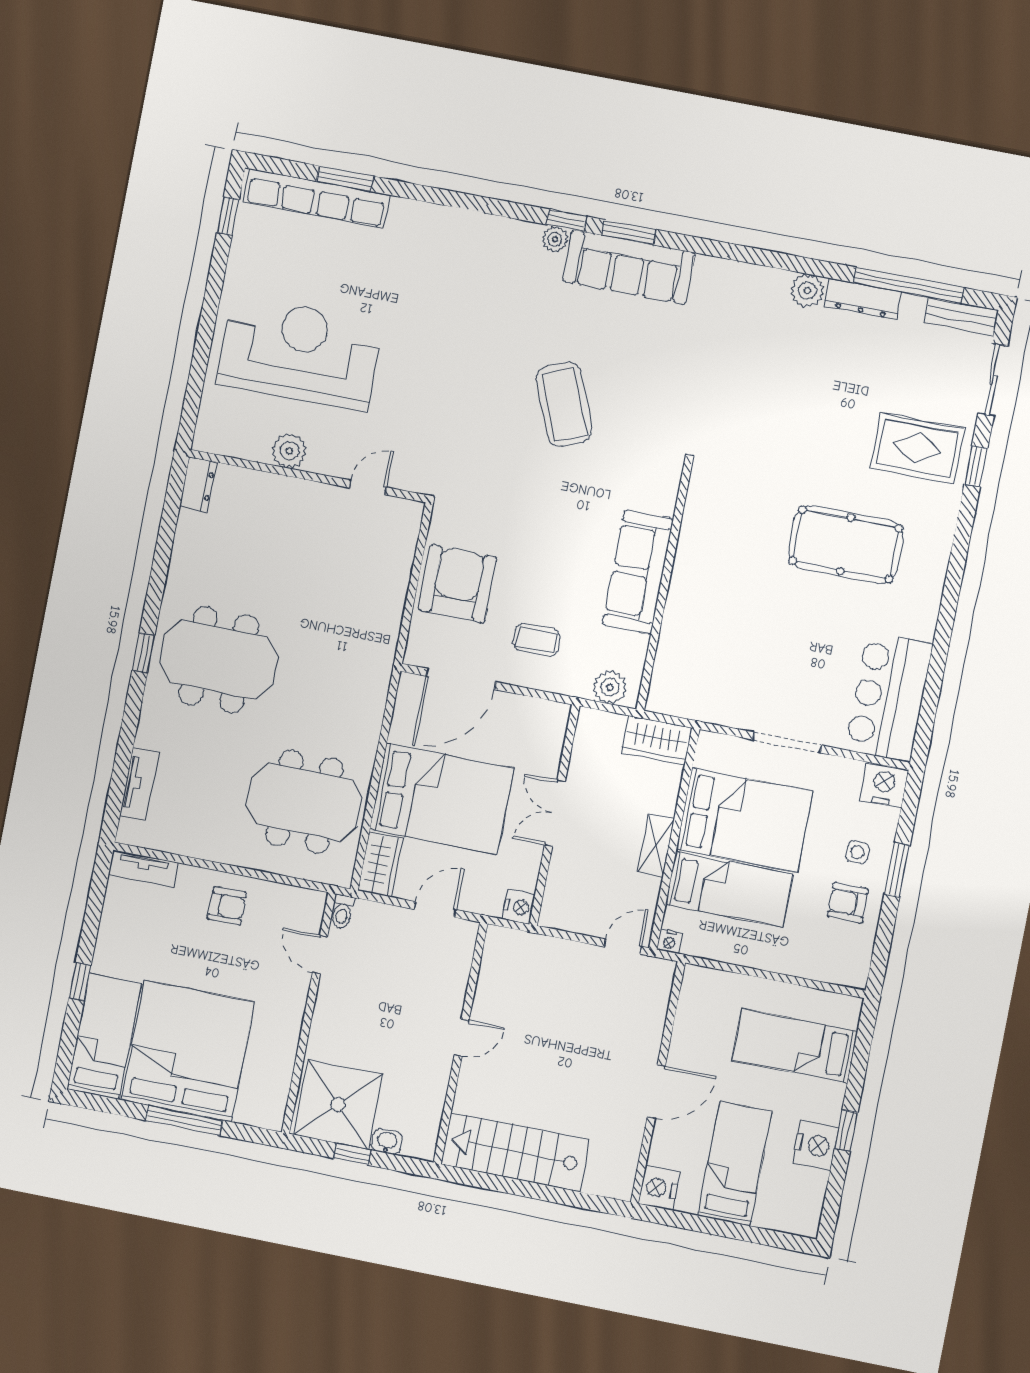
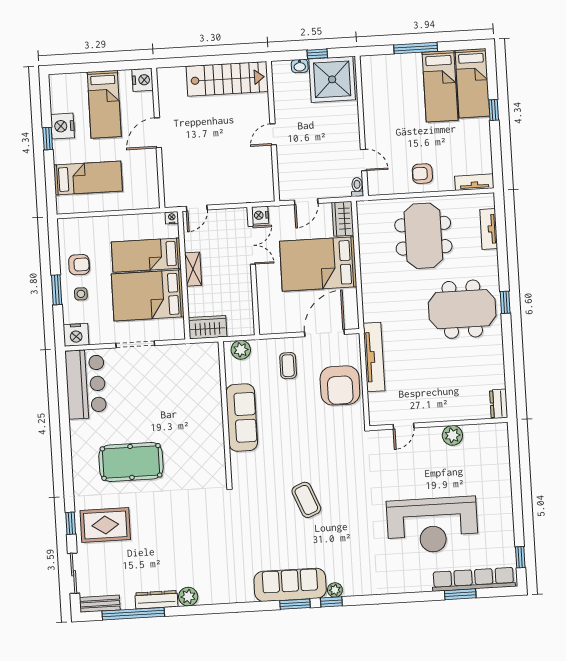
reception desk: (300, 353) -> (432, 525), moved
coffee table: (564, 404) -> (306, 500), width x0.73, depth x0.76
tv unit: (388, 617) -> (374, 357), added
coffee table: (537, 640) -> (288, 366), turned 90
meeting table: (304, 802) -> (423, 236), moved, turned 90
double door: (555, 813) -> (252, 245), moved
bed: (188, 1051) -> (440, 86), width x0.49

